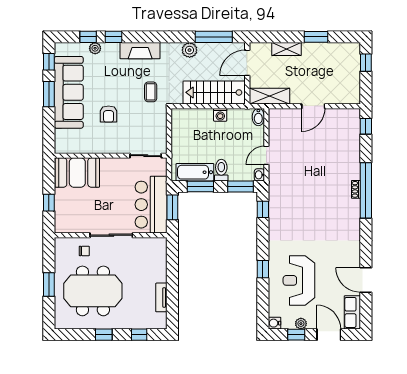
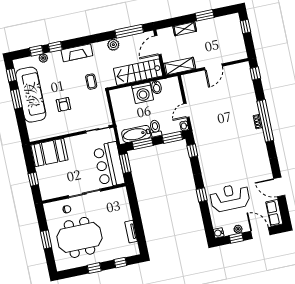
washing machine: (220, 115) -> (143, 93), width x1.89, depth x1.89
bidet: (258, 117) -> (156, 87), moved
reception desk: (299, 280) -> (230, 198), turned 90

